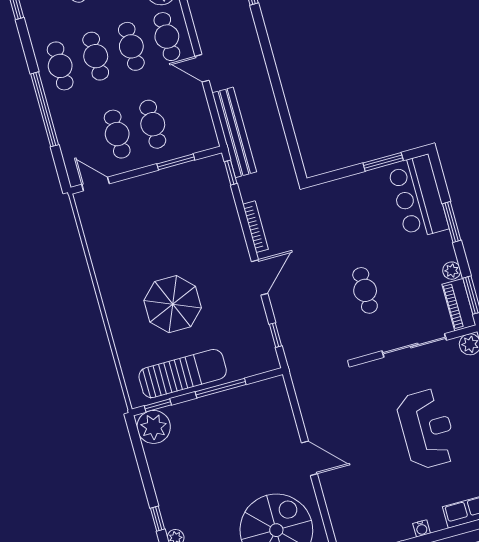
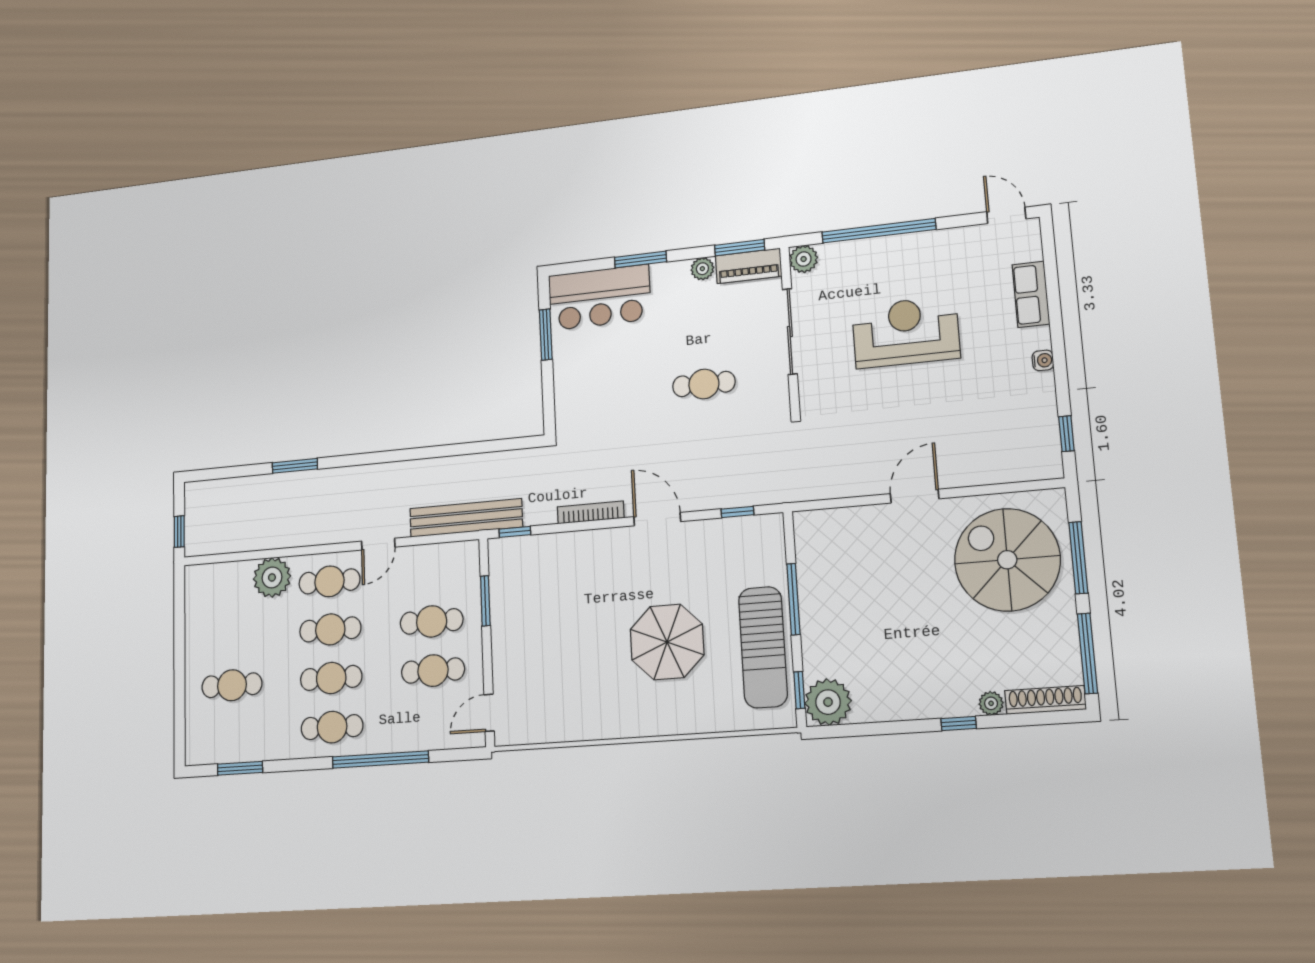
sun lounger: (183, 374) -> (763, 647), turned 180

